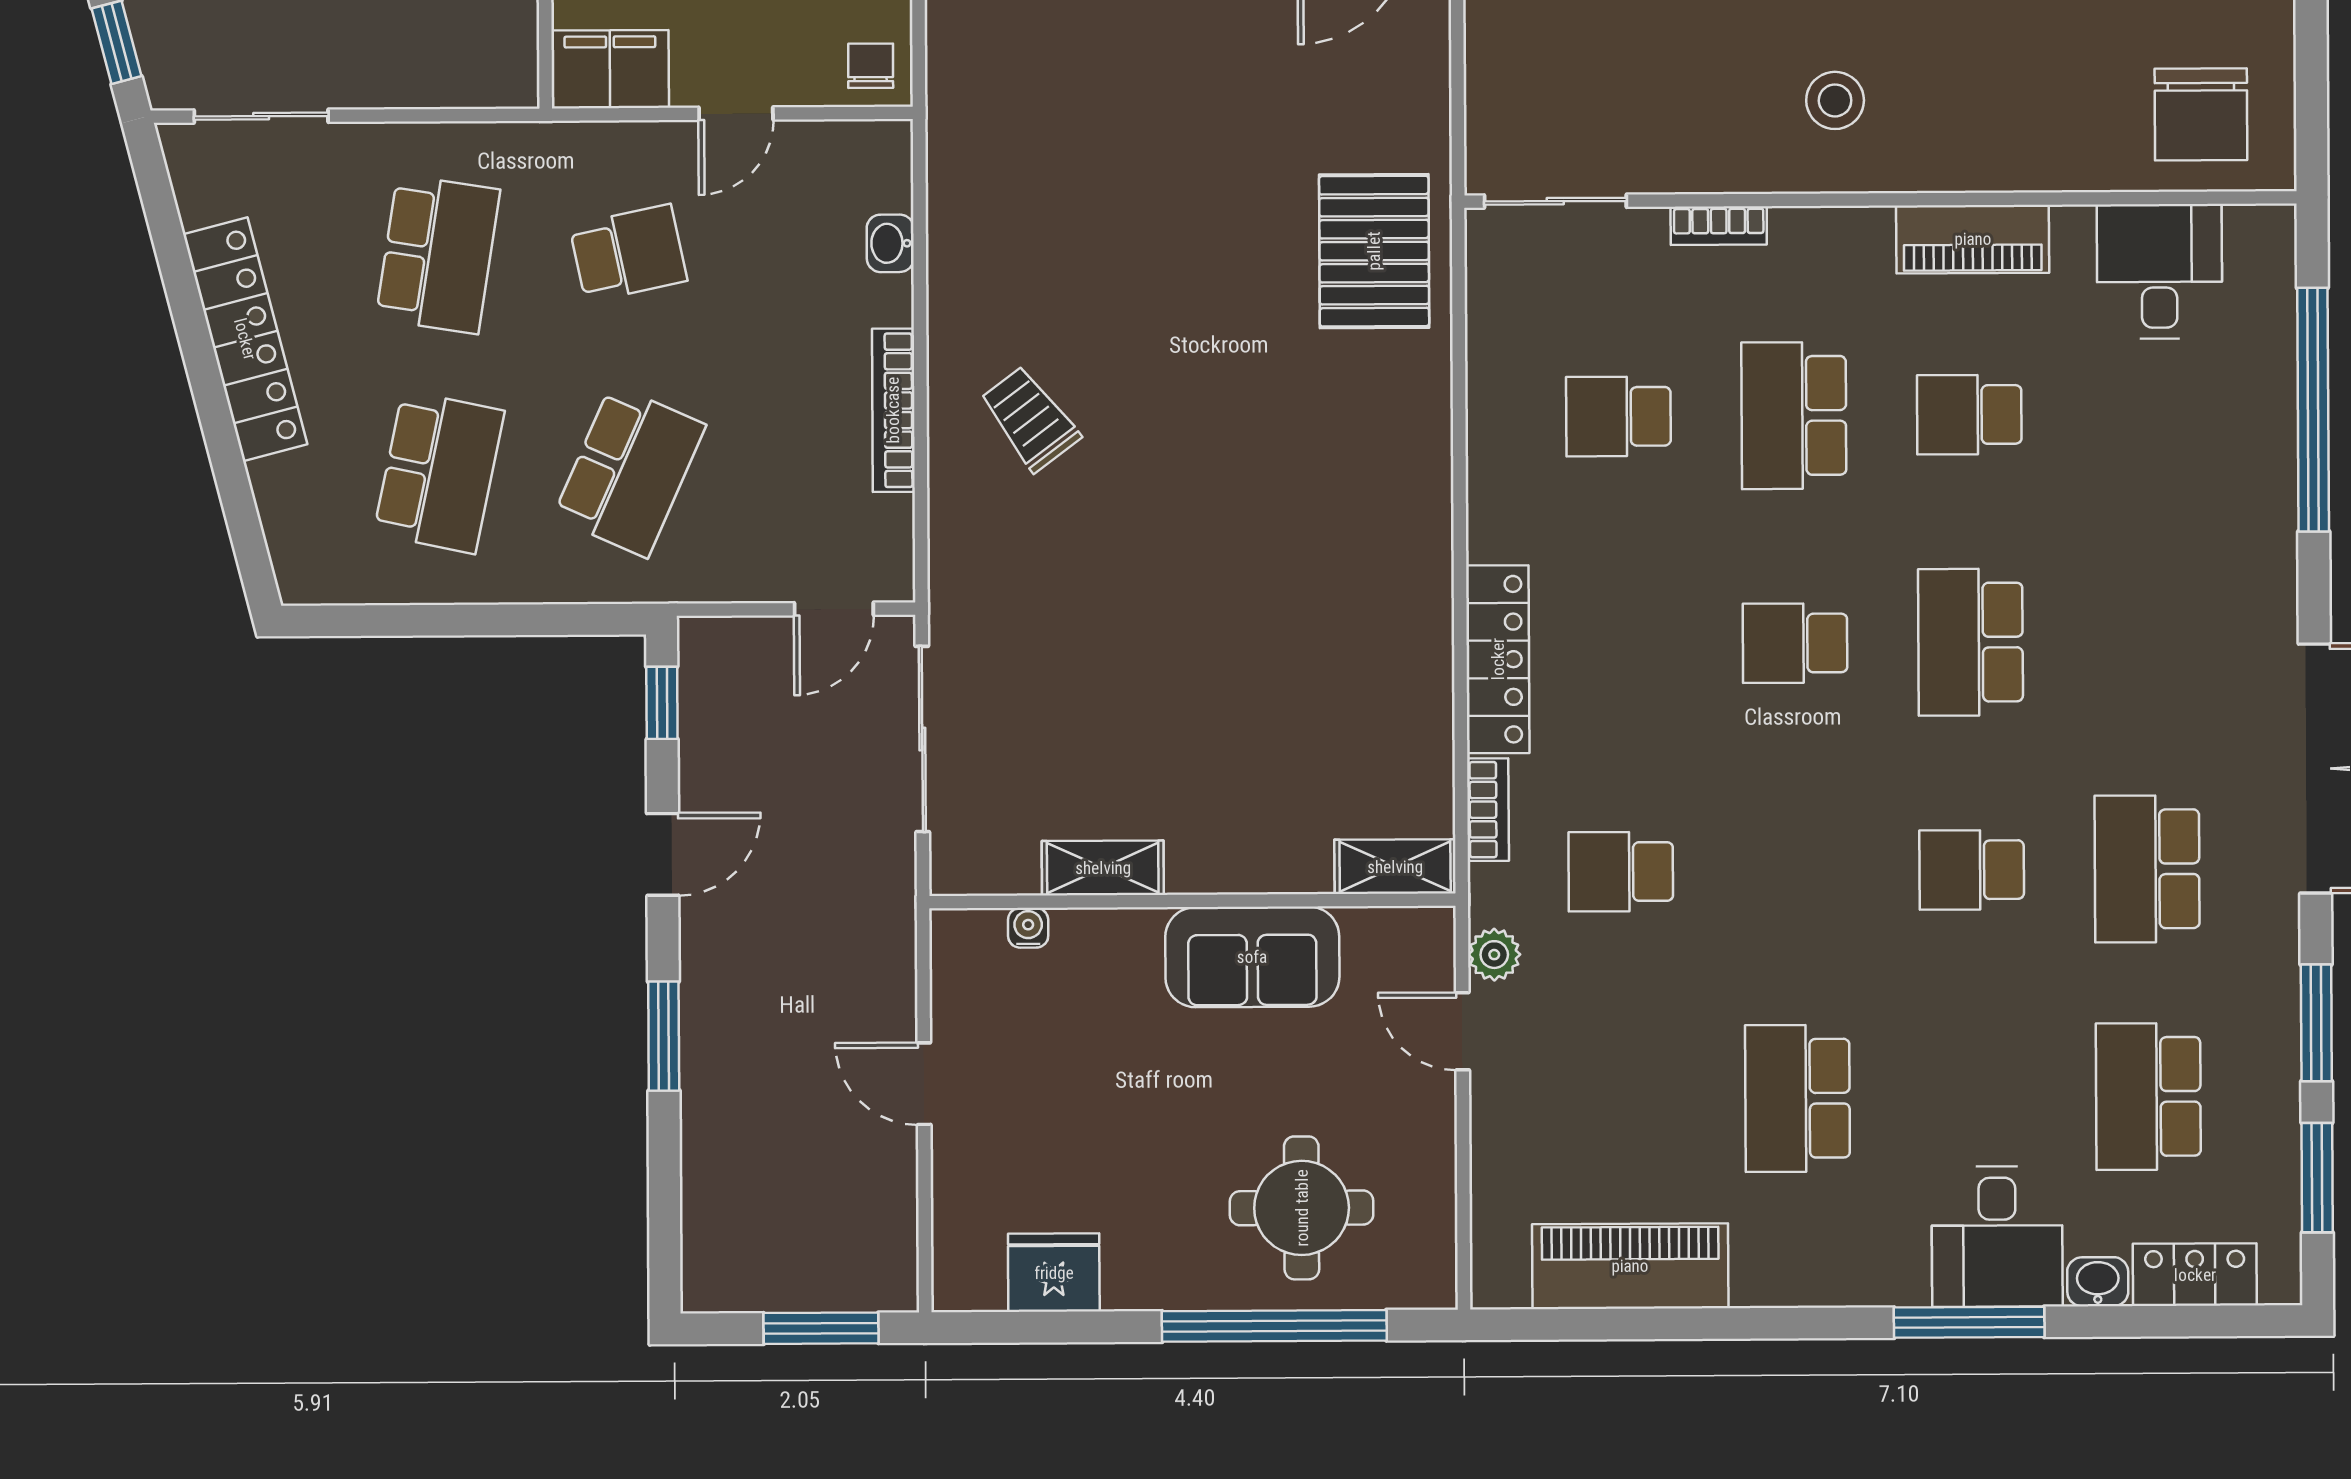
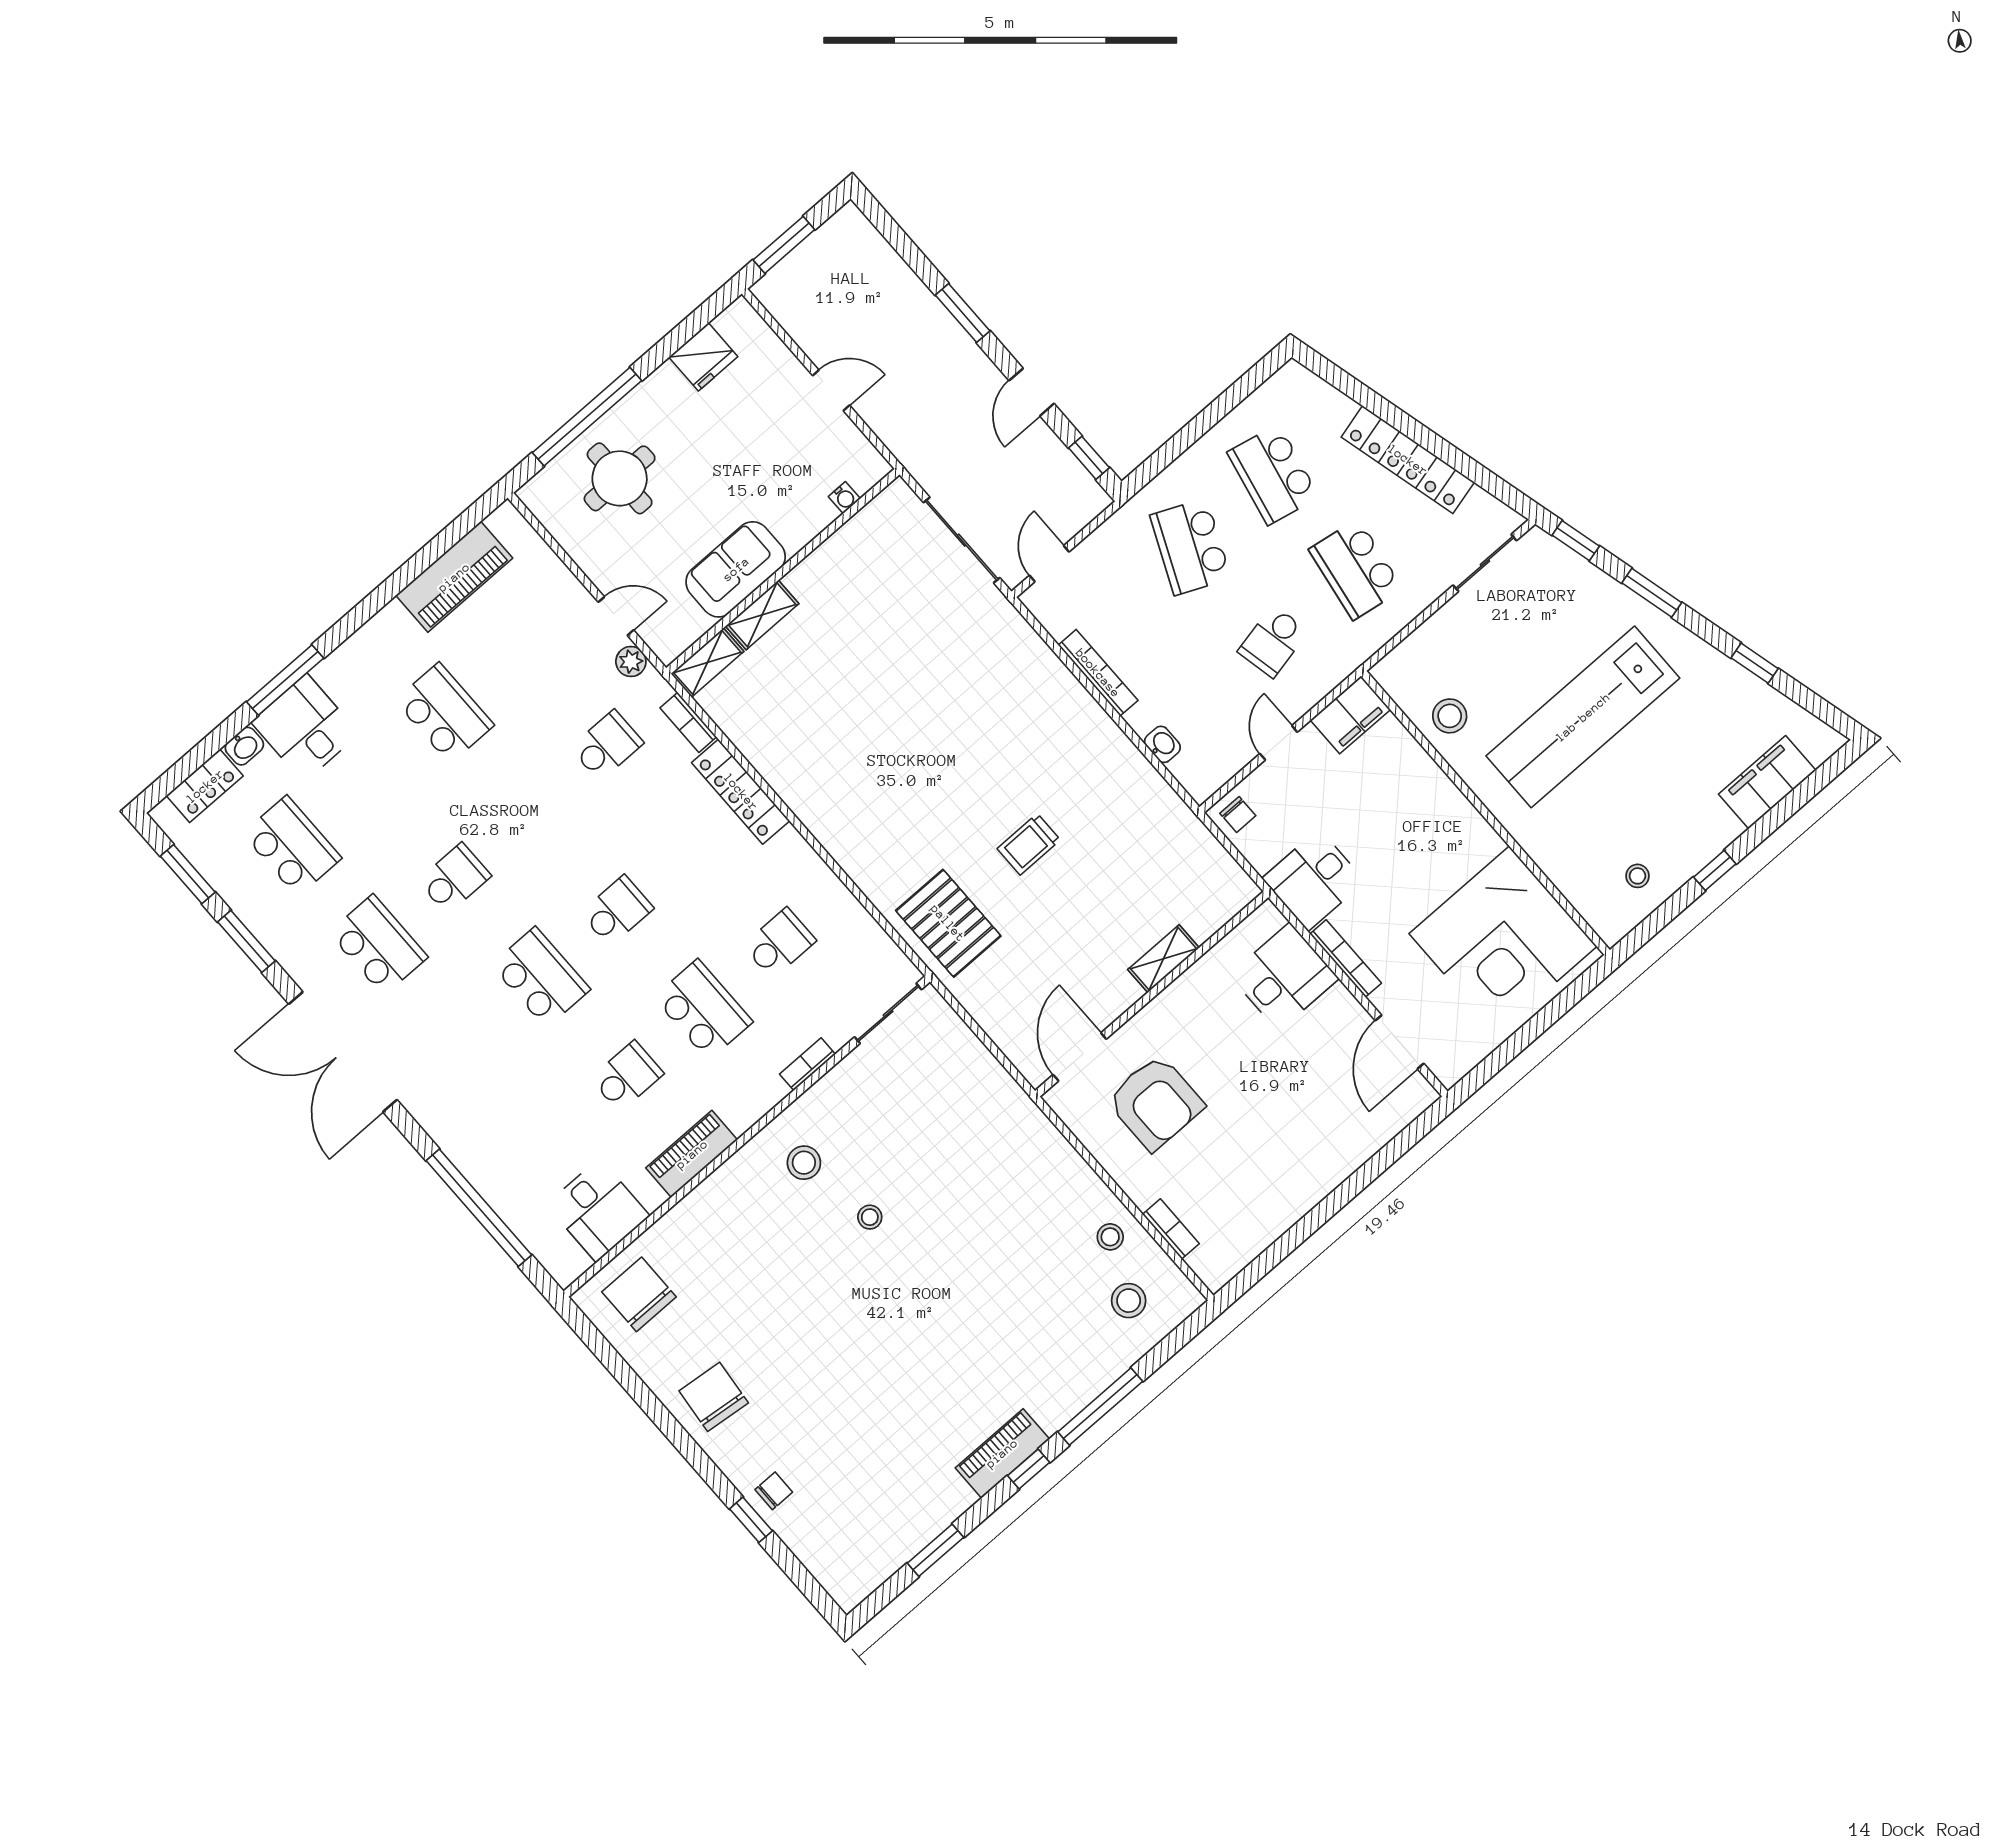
trolley: (1030, 419) -> (1029, 844), moved, turned 127
shelving: (1103, 868) -> (762, 615), moved

